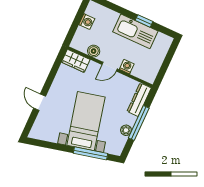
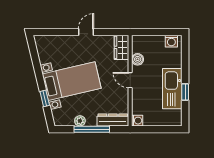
washing machine: (87, 22) -> (171, 41), moved
washing machine: (127, 67) -> (137, 121), moved
door: (40, 102) -> (86, 32), moved
window: (90, 153) -> (45, 98), width x0.46

